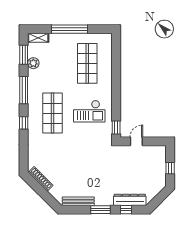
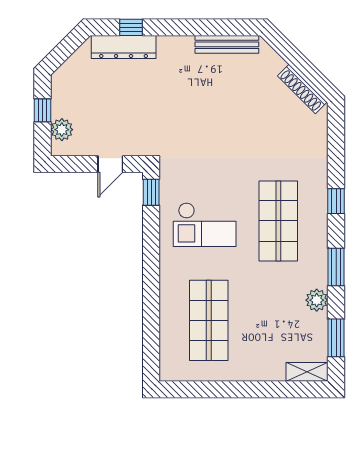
window: (70, 29) -> (244, 389), removed
plant: (33, 63) -> (317, 300), moved
window: (24, 90) -> (336, 267), width x0.69
checkout: (89, 111) -> (205, 225), turned 180
plant: (161, 159) -> (62, 130), added
window: (101, 210) -> (182, 27), removed

